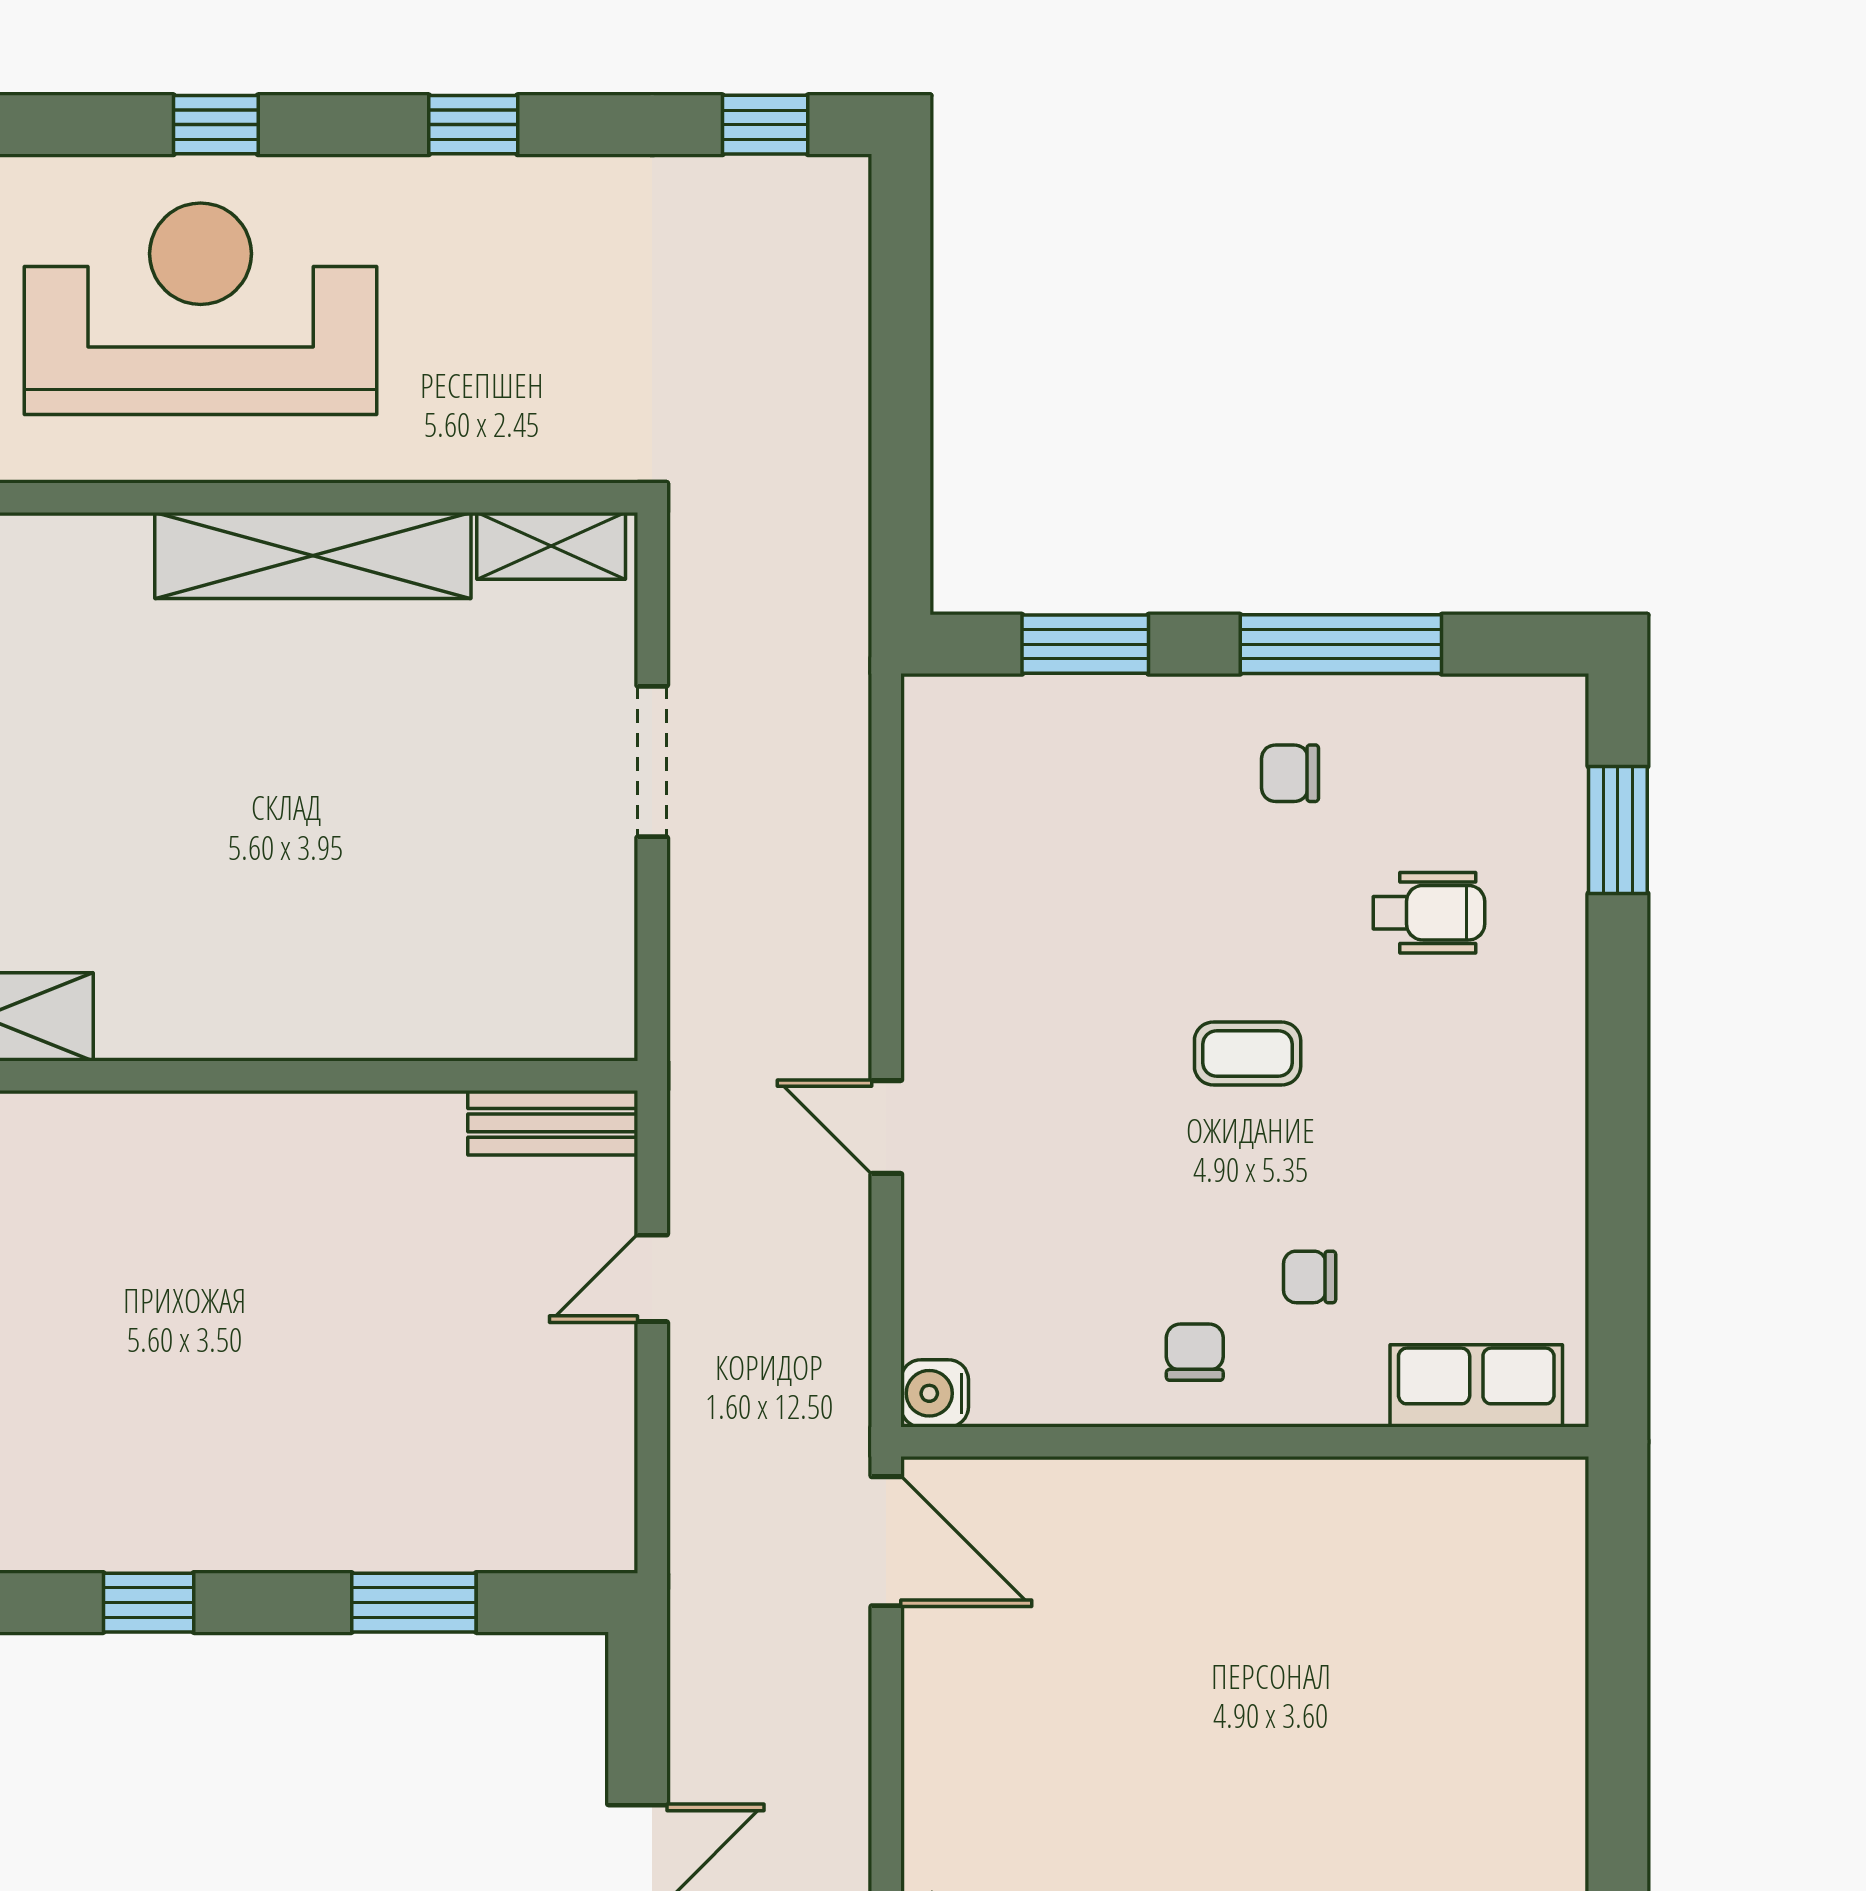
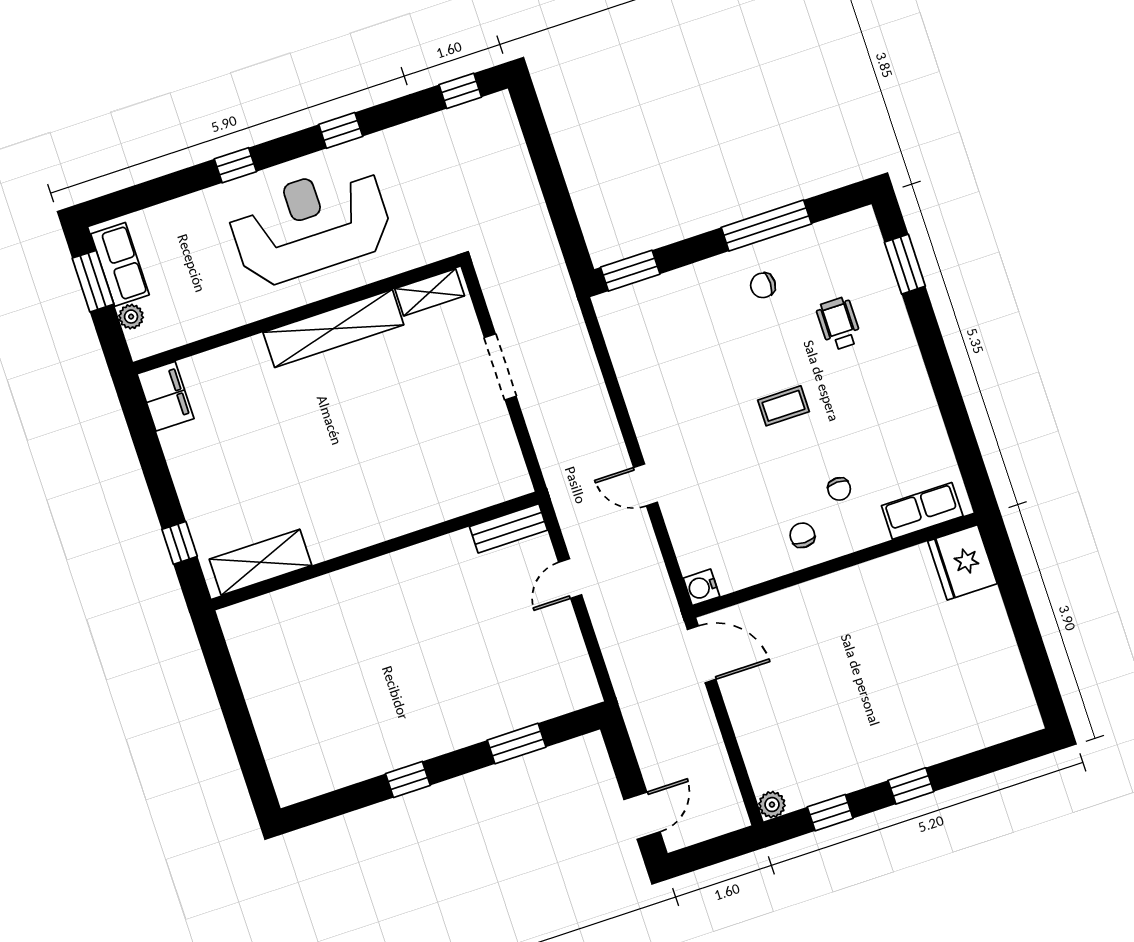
reception desk: (201, 309) -> (310, 225), moved
window: (1085, 644) -> (630, 271), moved
wheelchair: (1429, 913) -> (839, 324), turned -90
chair: (1310, 1277) -> (839, 489), turned -90
fridge: (1528, 1528) -> (962, 562), added

